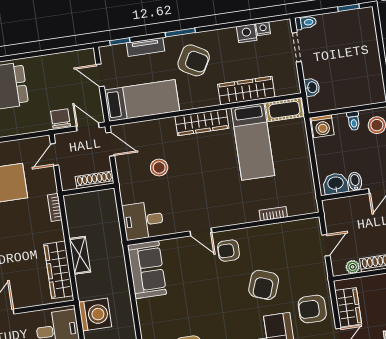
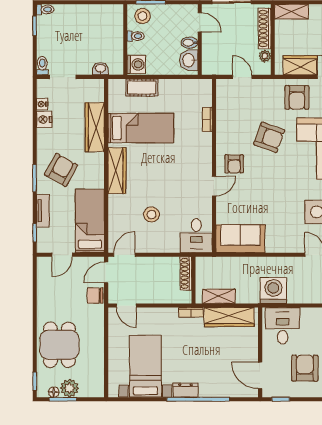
toilet: (368, 17) -> (45, 9), added
cot: (284, 110) -> (142, 87), moved, turned 90
shoe rack: (95, 180) -> (186, 273), moved
wall: (88, 189) -> (193, 280), moved
bookcase: (55, 207) -> (191, 312), moved

